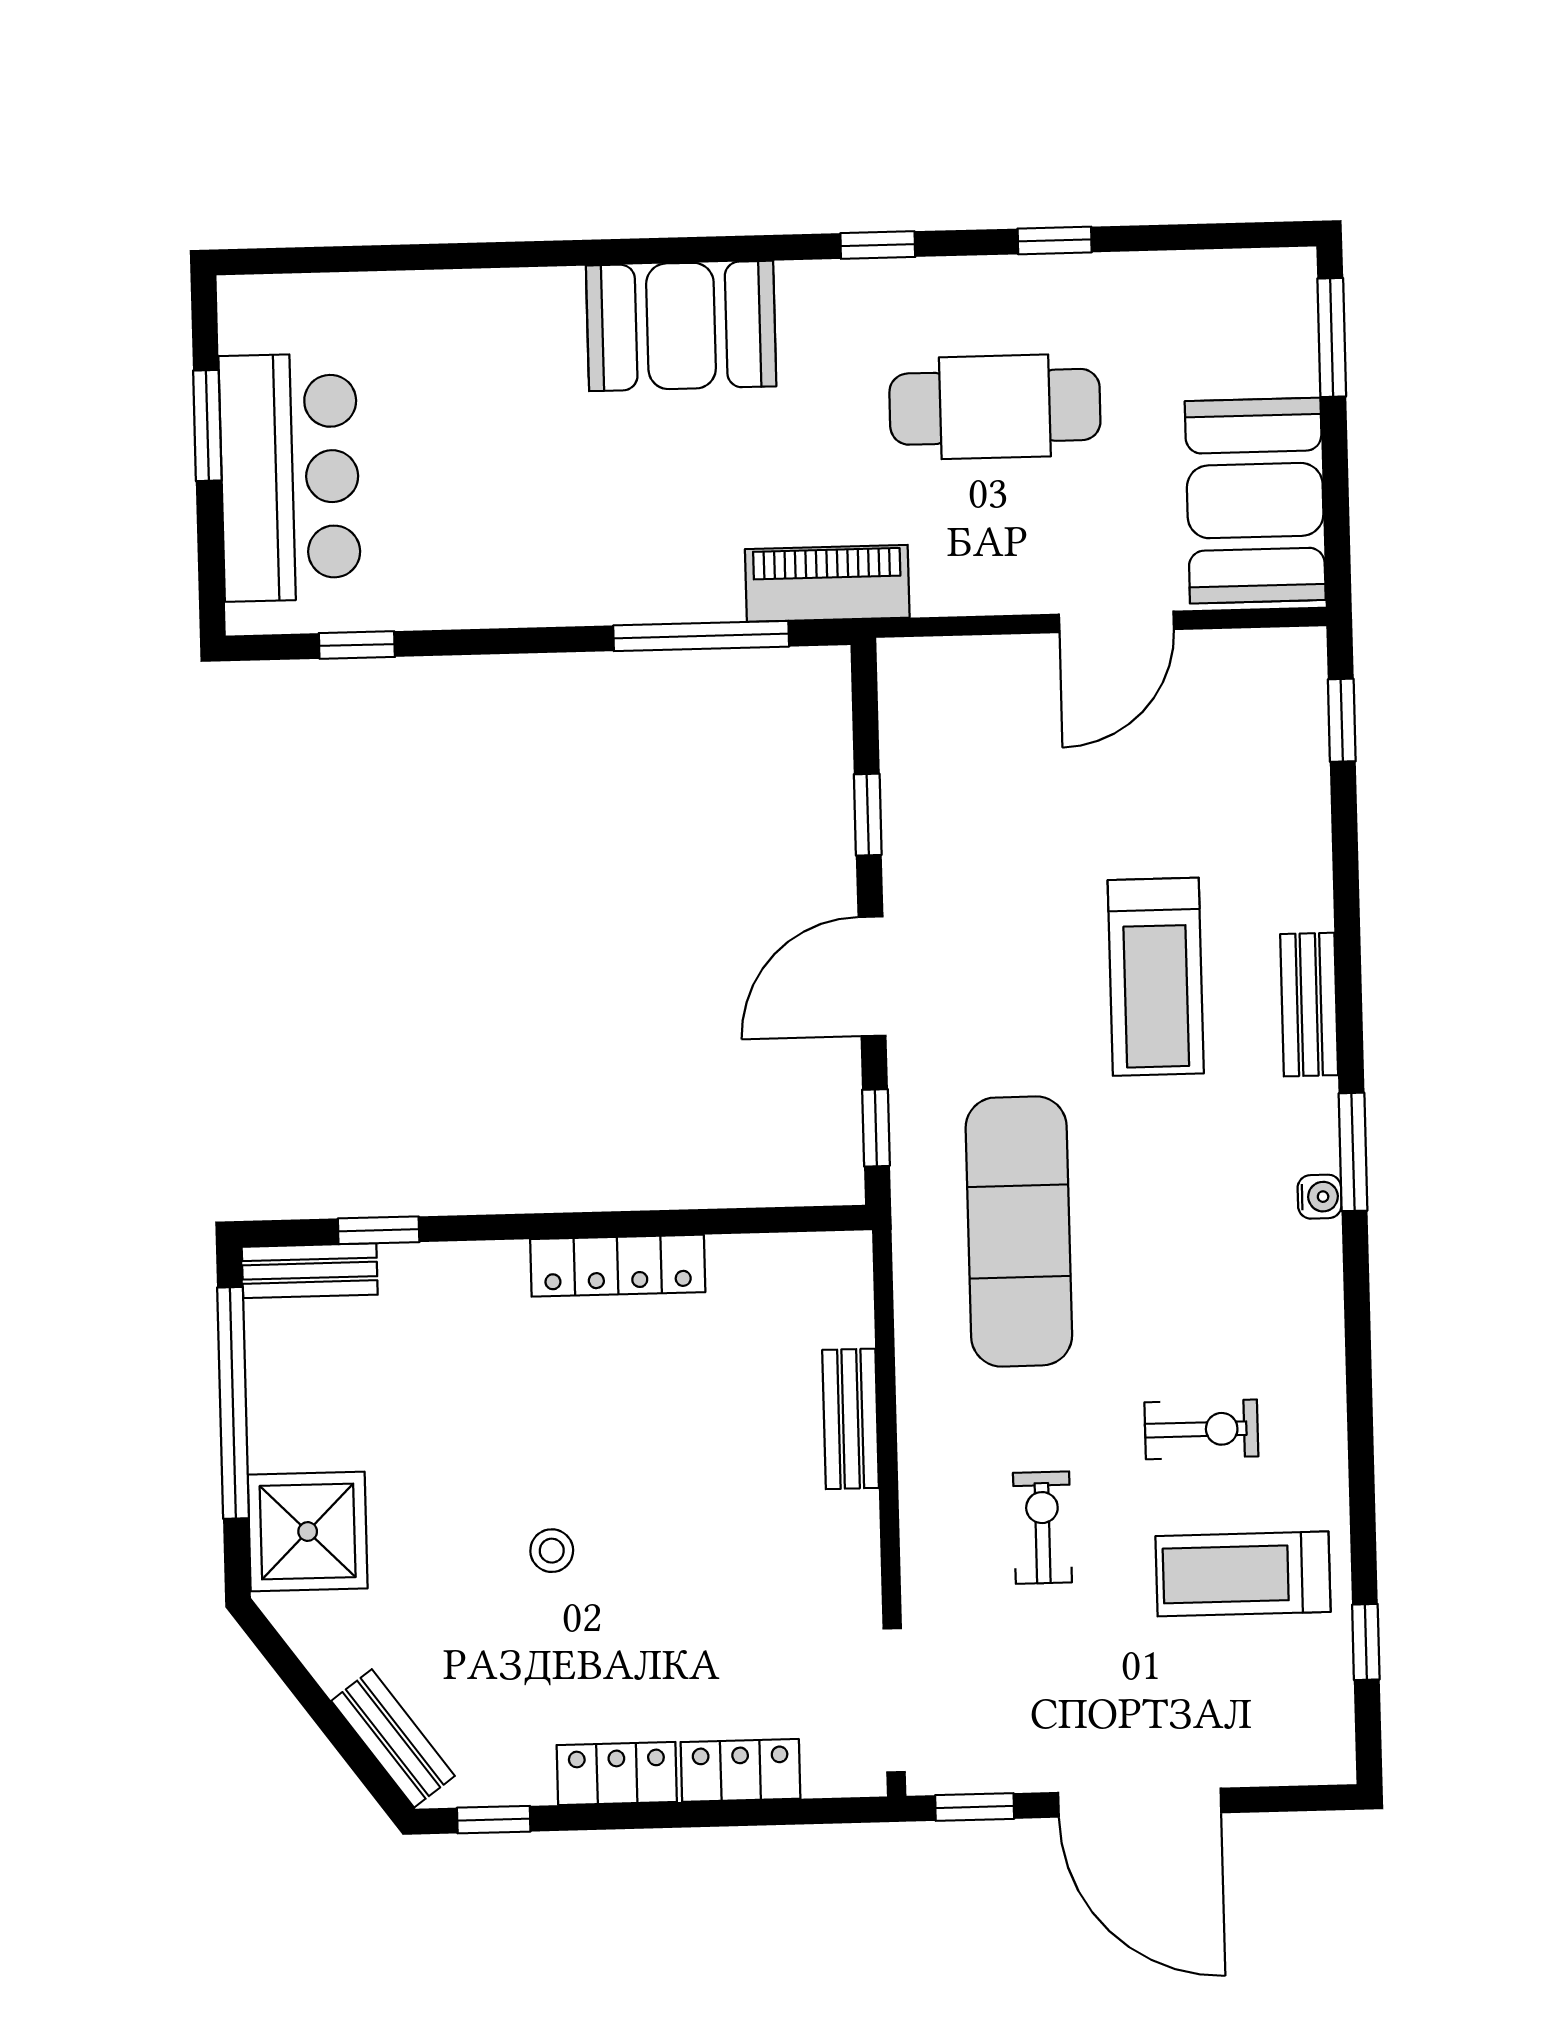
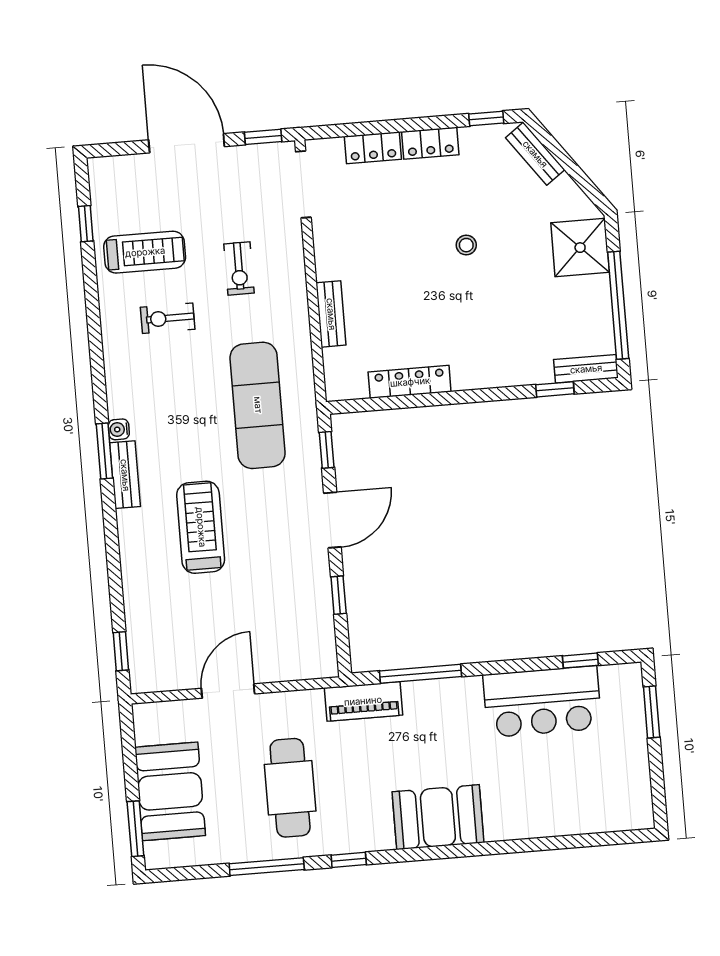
window: (1055, 240) -> (267, 867), width x2.17
cafe table: (995, 407) -> (290, 788), turned 90
window: (207, 425) -> (652, 712), moved
bar counter: (290, 477) -> (542, 702), moved, turned -90
booth: (1255, 501) -> (170, 791), moved
bench: (1309, 1005) -> (125, 475), moved
locker: (618, 1266) -> (410, 382), moved

